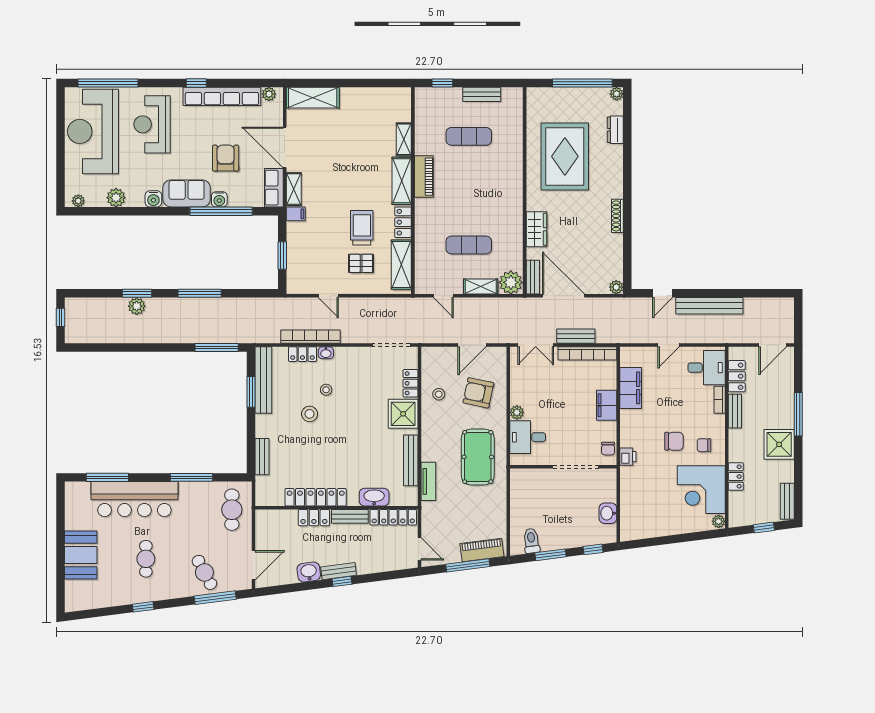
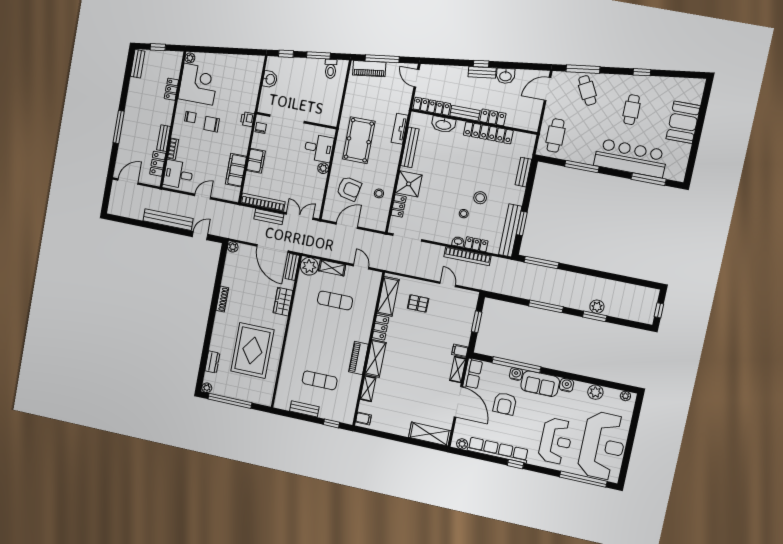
filing cabinet: (402, 99) -> (364, 418), added
trolley: (362, 228) -> (412, 330), removed
shower: (779, 444) -> (136, 107), removed

